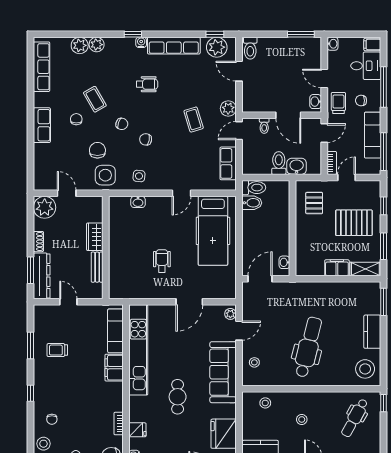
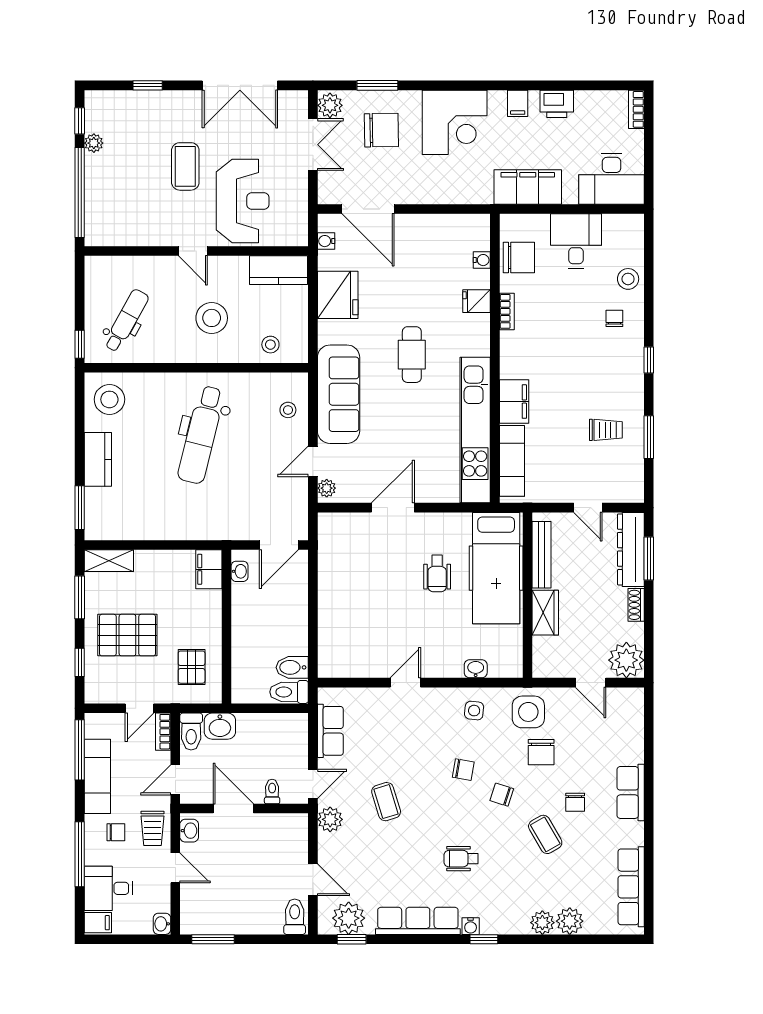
toilet: (279, 163) -> (191, 731), moved
hospital bed: (213, 231) -> (496, 568), moved, turned 180
bench: (97, 267) -> (542, 555), width x1.36
filing cabinet: (337, 268) -> (209, 569), moved, turned 90
stool: (302, 419) -> (212, 318), width x1.89, depth x1.89

